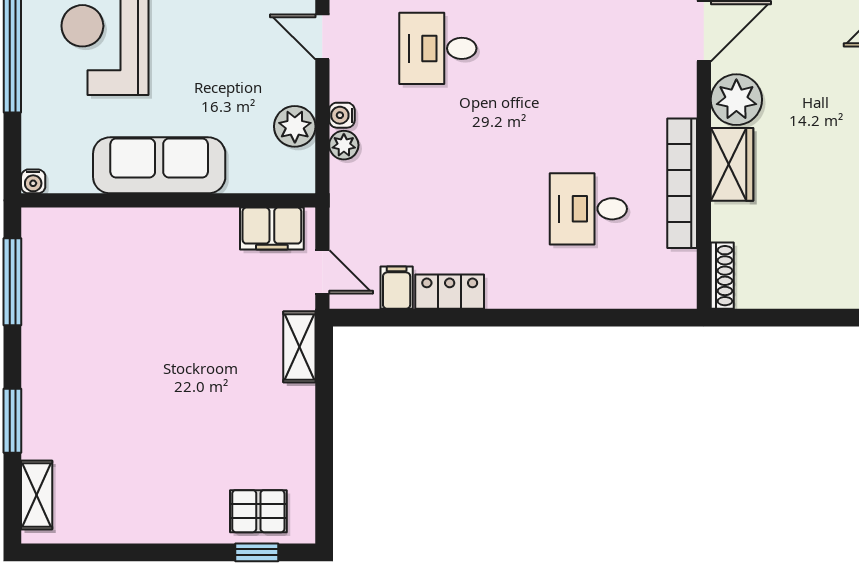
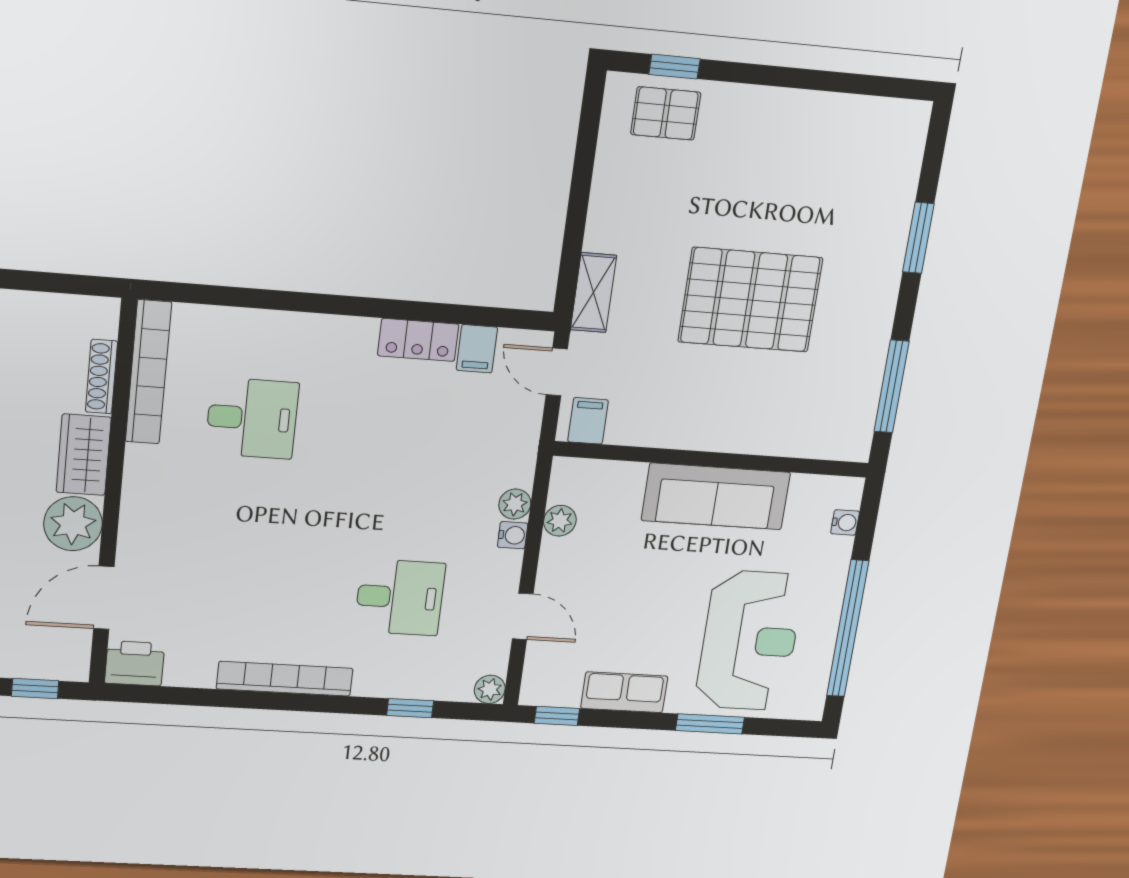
plant: (295, 126) -> (560, 521), width x0.73, depth x0.73
water cooler: (33, 181) -> (845, 522), moved, turned 90
bookcase: (682, 183) -> (148, 372), moved
filing cabinet: (272, 229) -> (588, 421), width x0.50
shoe rack: (722, 276) -> (101, 377), moved
pallet: (157, 352) -> (750, 300), added
shelving: (37, 495) -> (907, 154), removed

